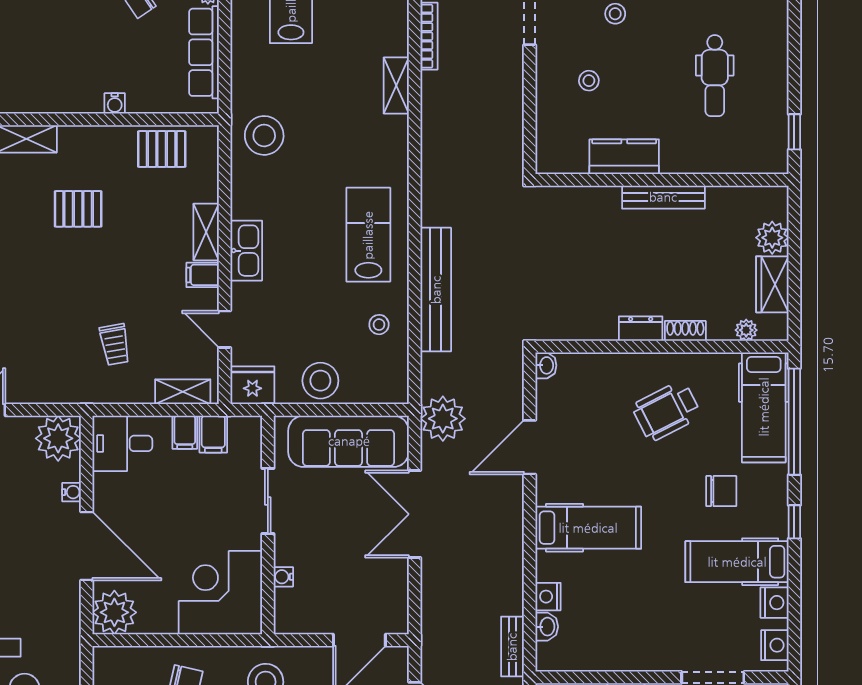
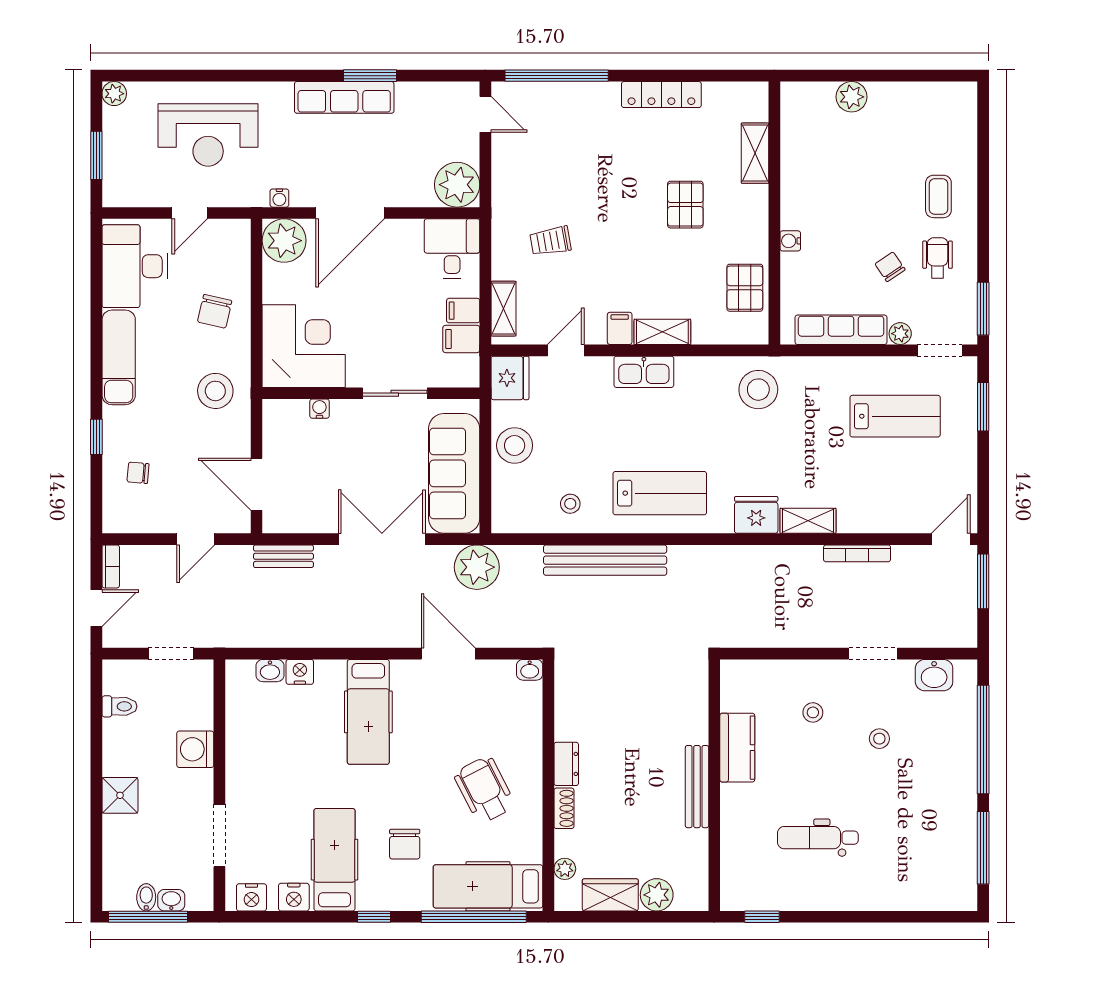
fridge: (390, 138) -> (756, 515), added
water cooler: (72, 492) -> (279, 198), moved
bench: (512, 647) -> (283, 556), moved

